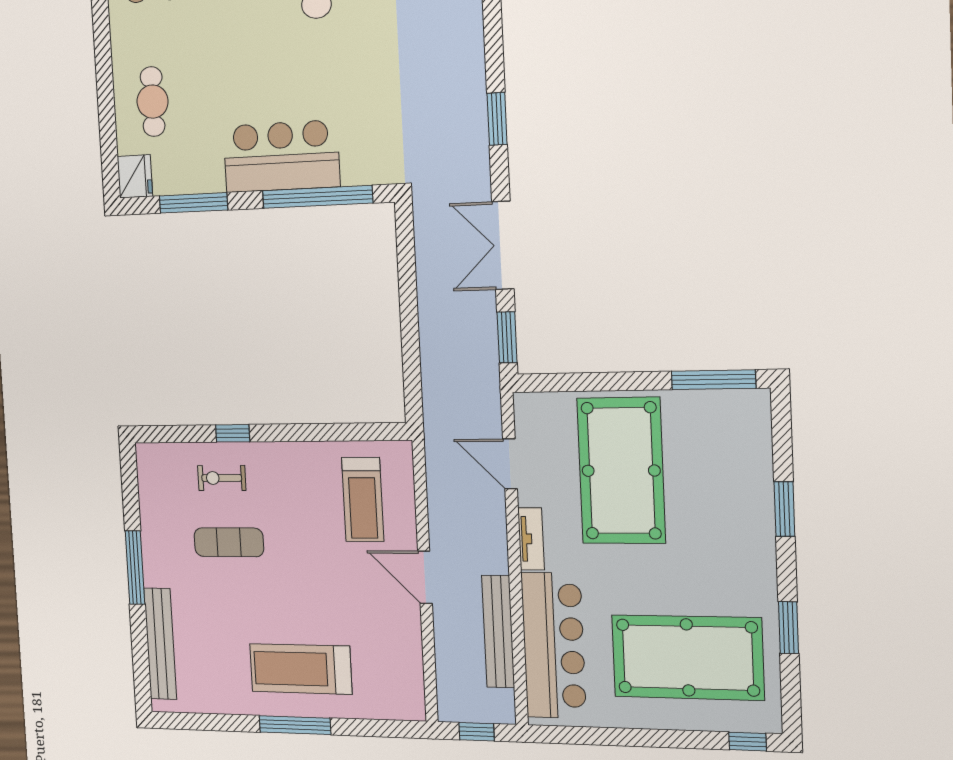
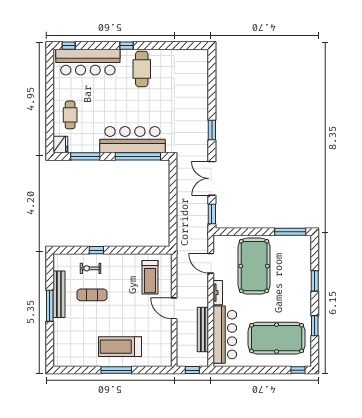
bar counter: (281, 156) -> (132, 140), width x1.36
bench: (160, 644) -> (59, 294), moved

